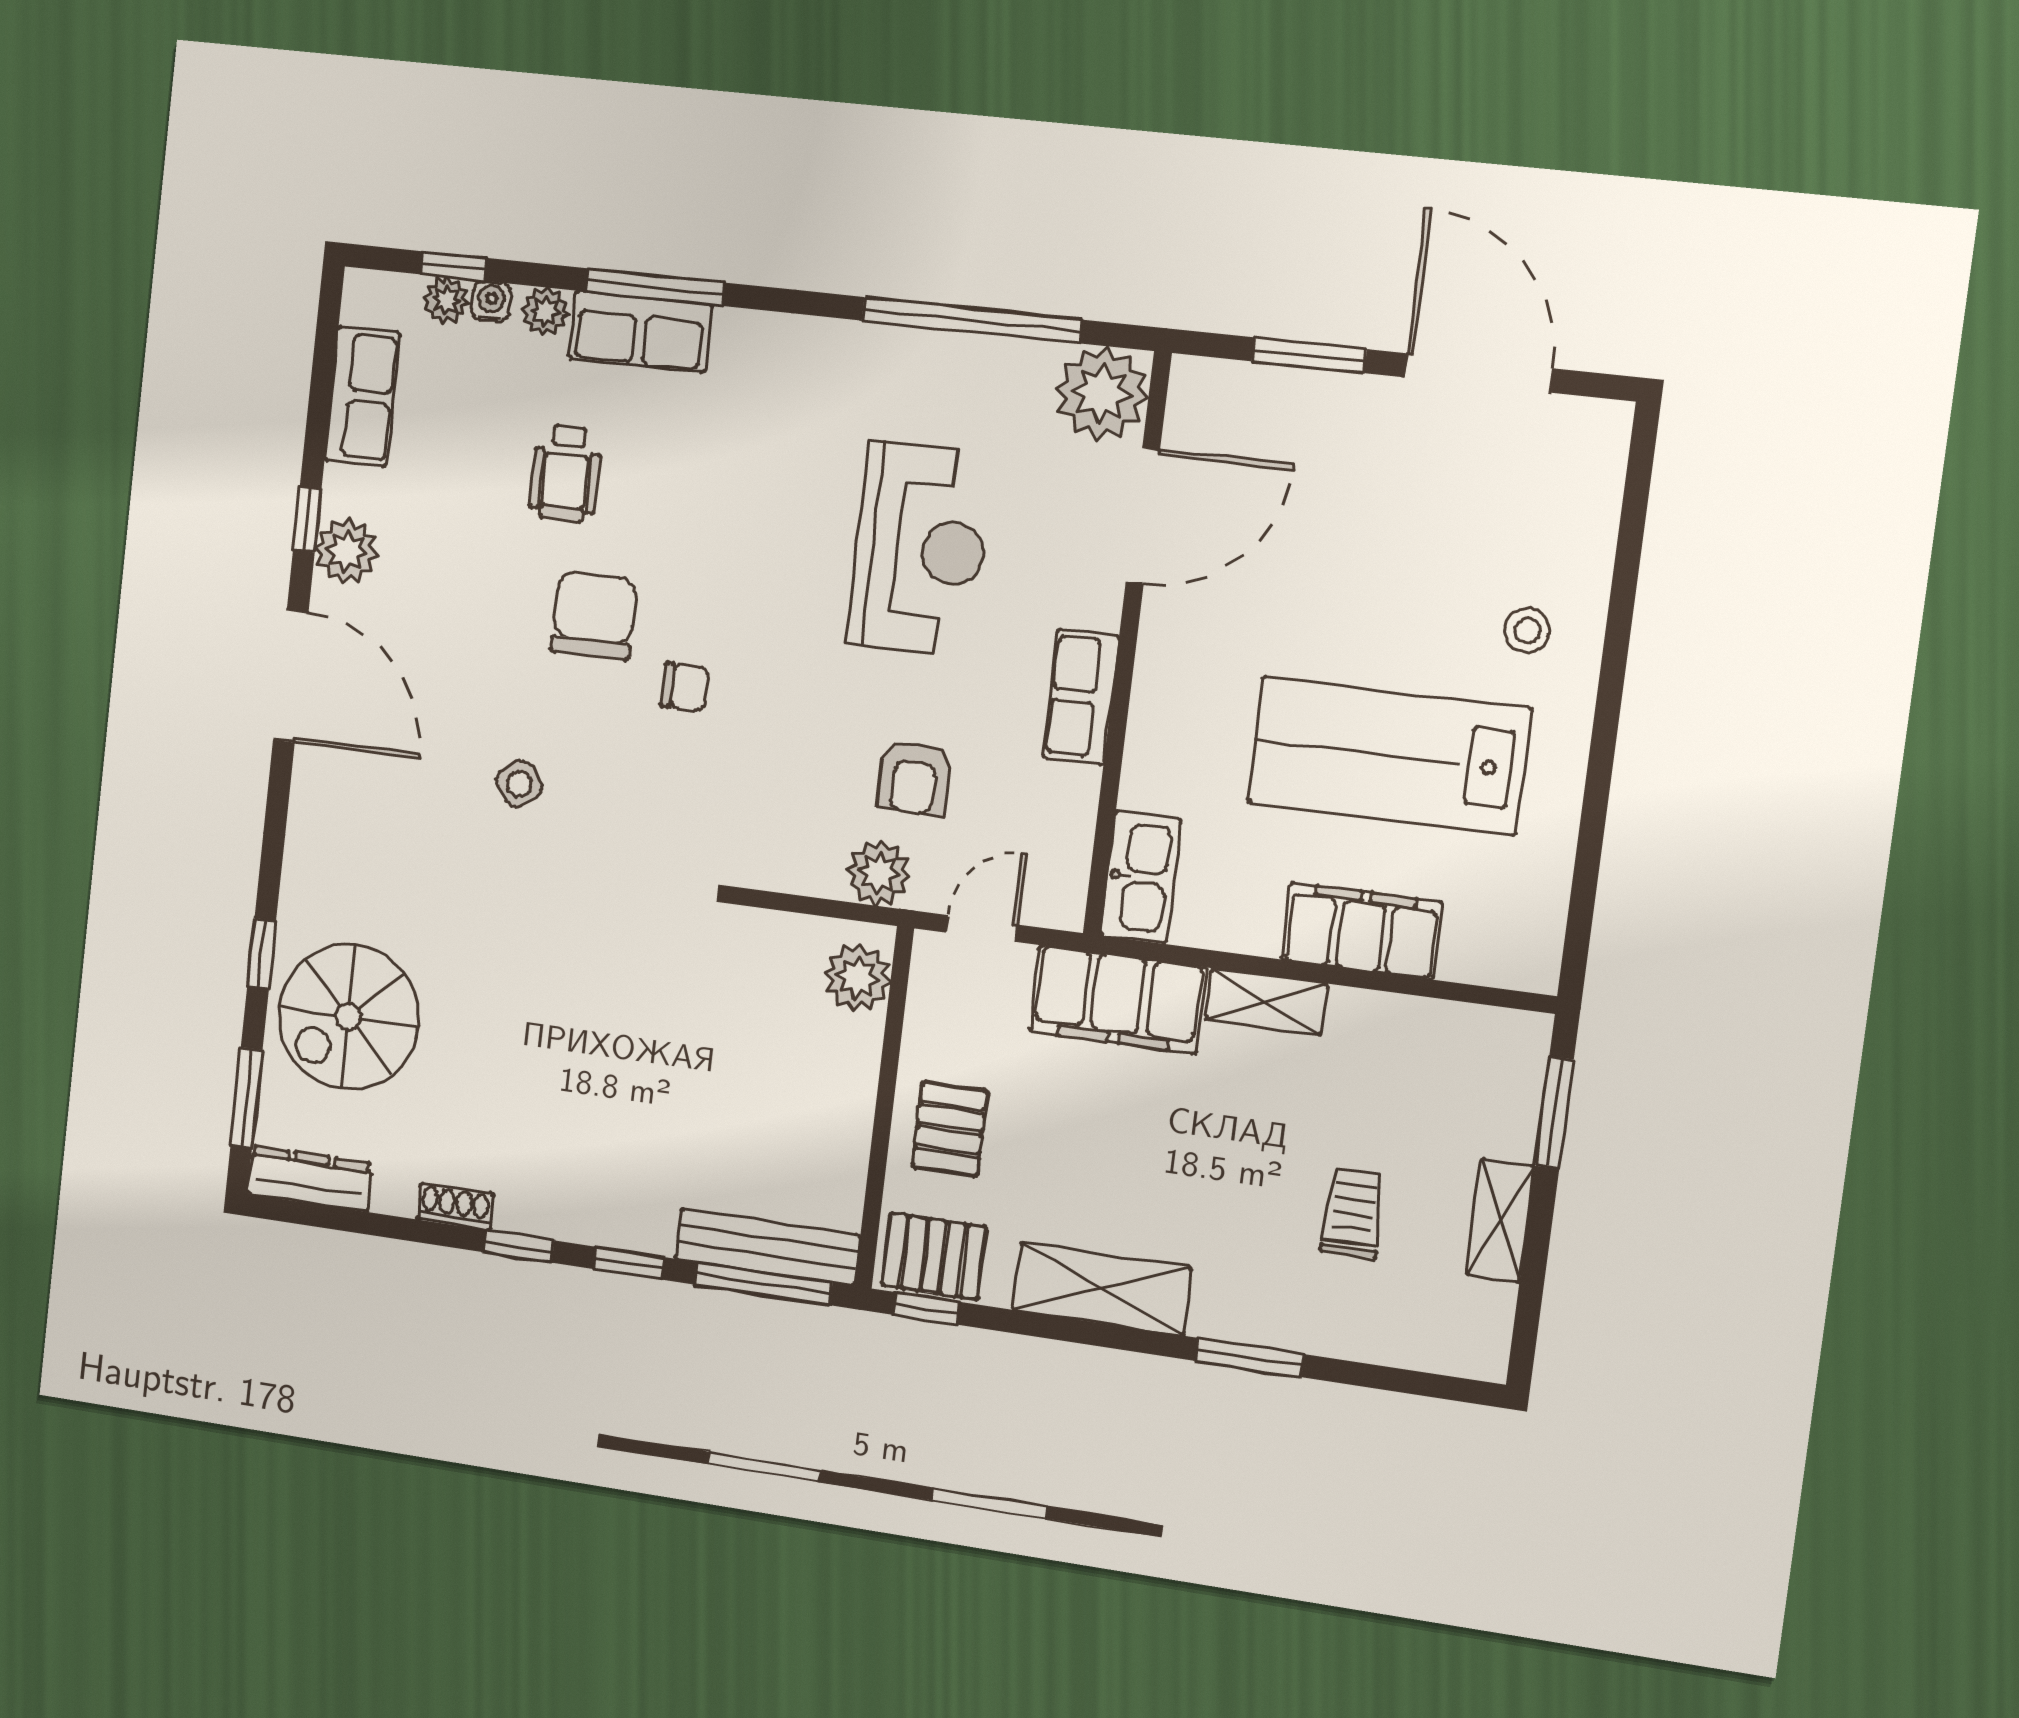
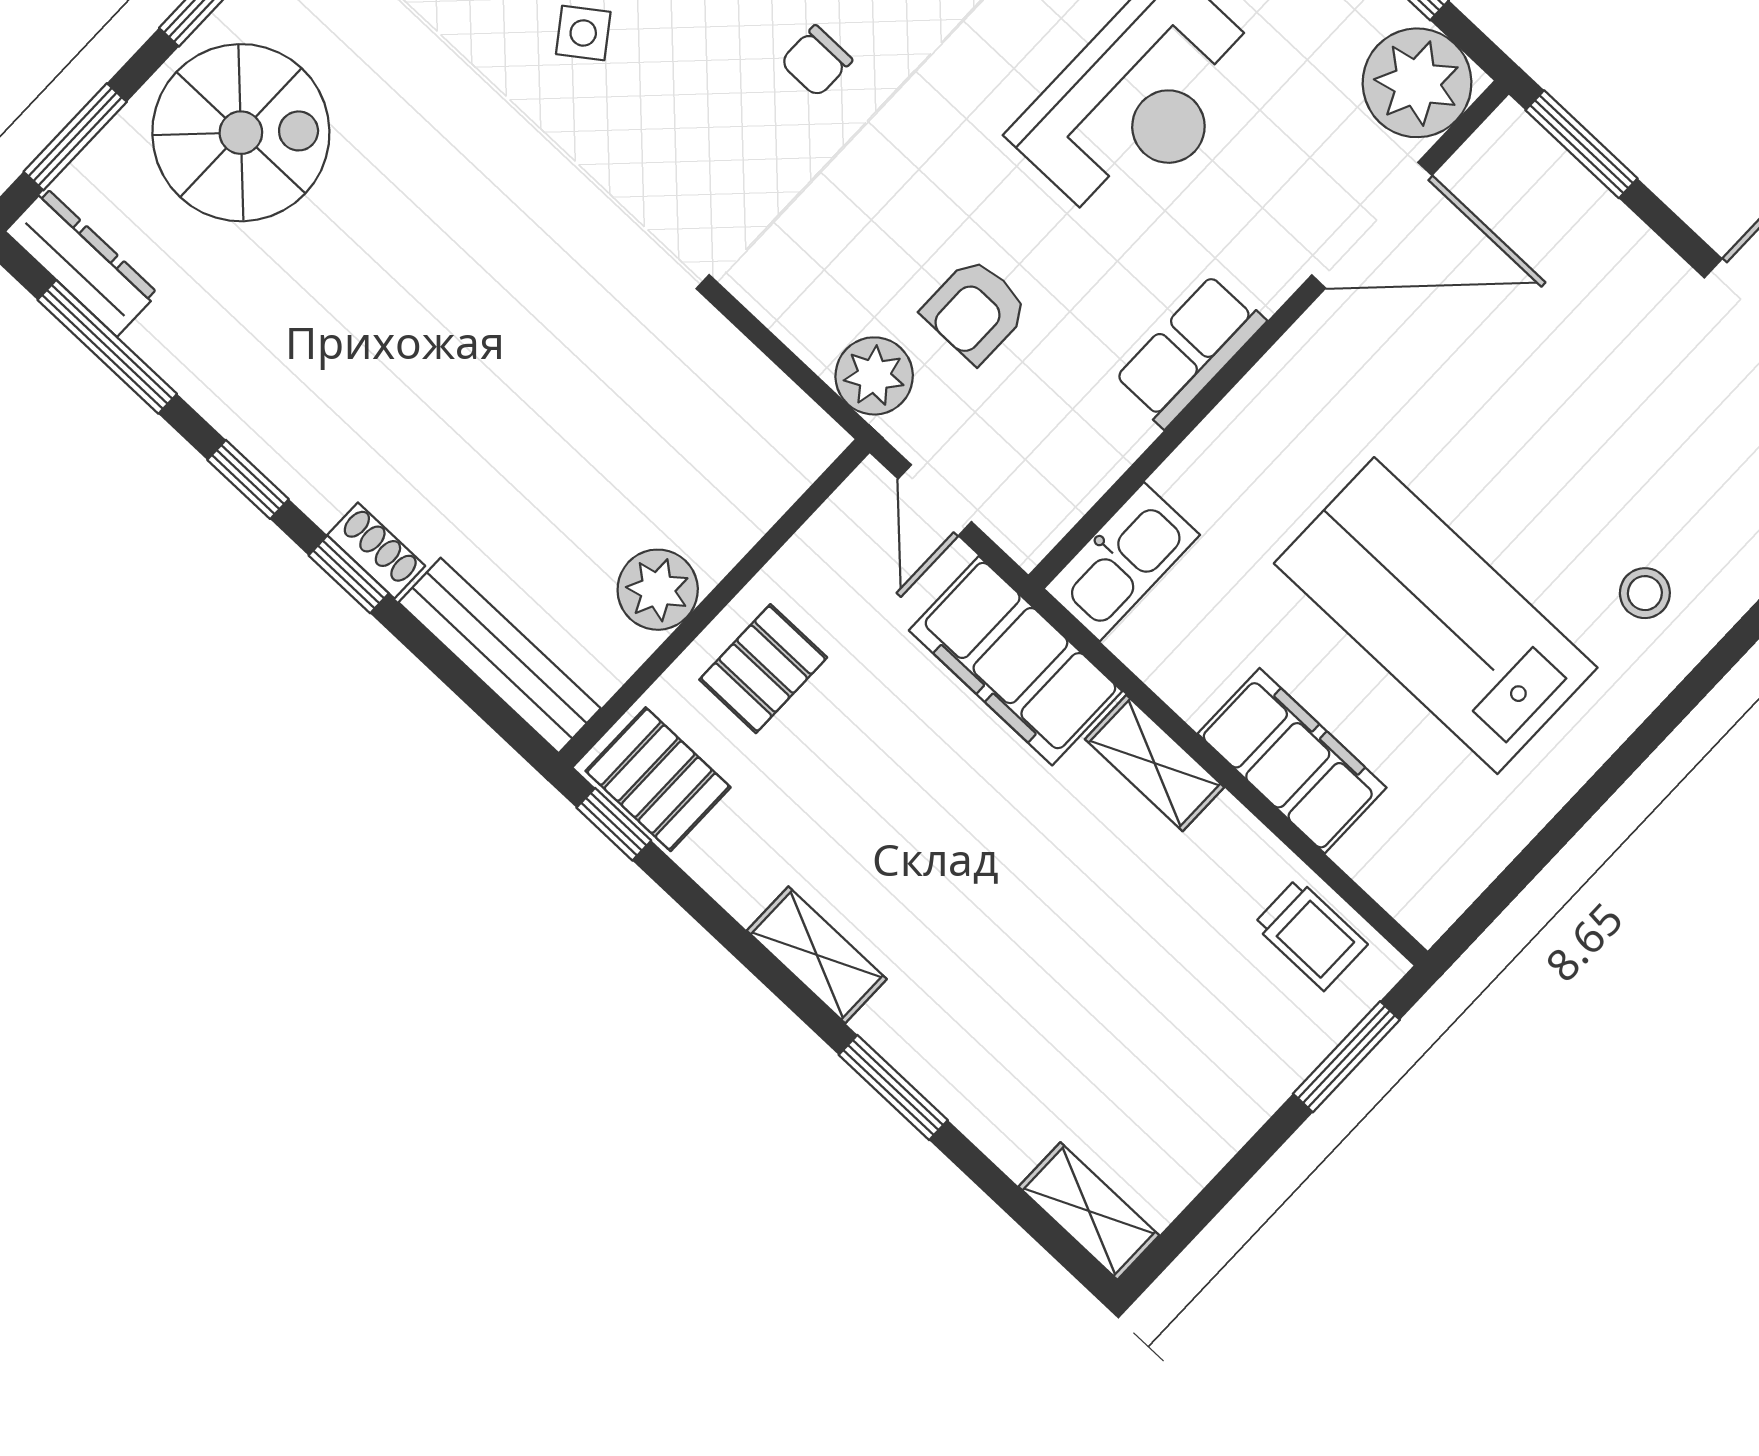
window: (1309, 355) -> (1582, 144), moved
chair: (685, 687) -> (816, 61), turned 90
door: (982, 929) -> (935, 500), swing flipped
plant: (857, 978) -> (658, 590), moved
spiral stairs: (348, 1017) -> (241, 133), turned 180
shoe rack: (455, 1207) -> (376, 551), moved
trolley: (1353, 1213) -> (1310, 934), moved, turned 90
shelving: (1500, 1221) -> (1089, 1211), moved, turned 90
window: (763, 1284) -> (107, 347), moved
shelving: (1102, 1289) -> (817, 955), width x0.67, depth x0.75

